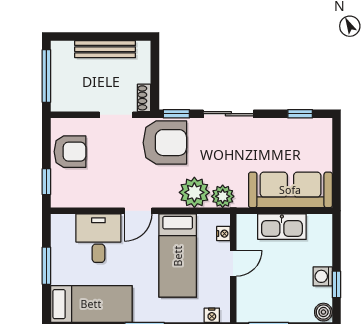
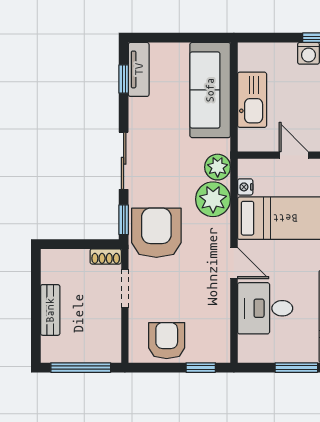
bench: (105, 49) -> (50, 310), width x0.73
tv unit: (309, 127) -> (139, 69), added
nightstand: (223, 234) -> (245, 187), moved, turned -90

